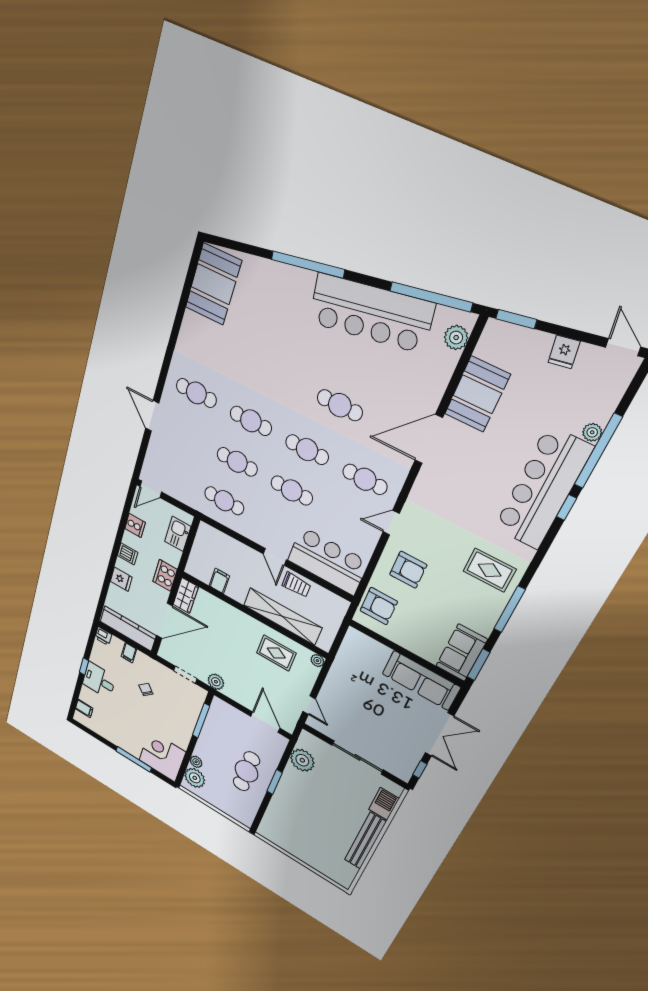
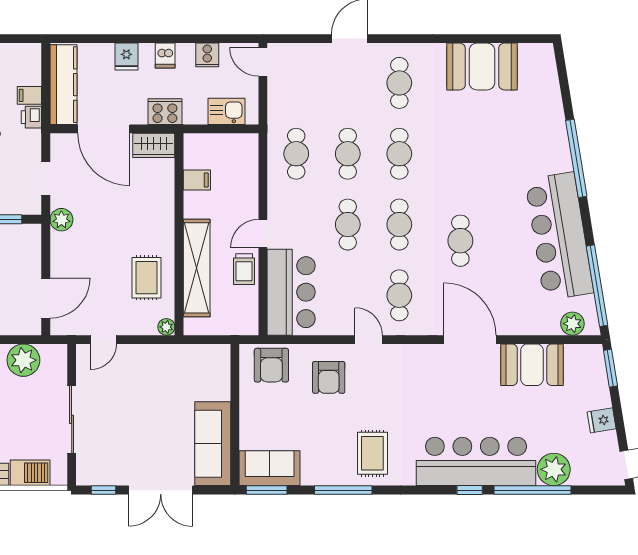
booth: (213, 284) -> (482, 67), moved
plant: (592, 432) -> (554, 469), width x1.87, depth x1.87
printer: (103, 636) -> (31, 117), moved

